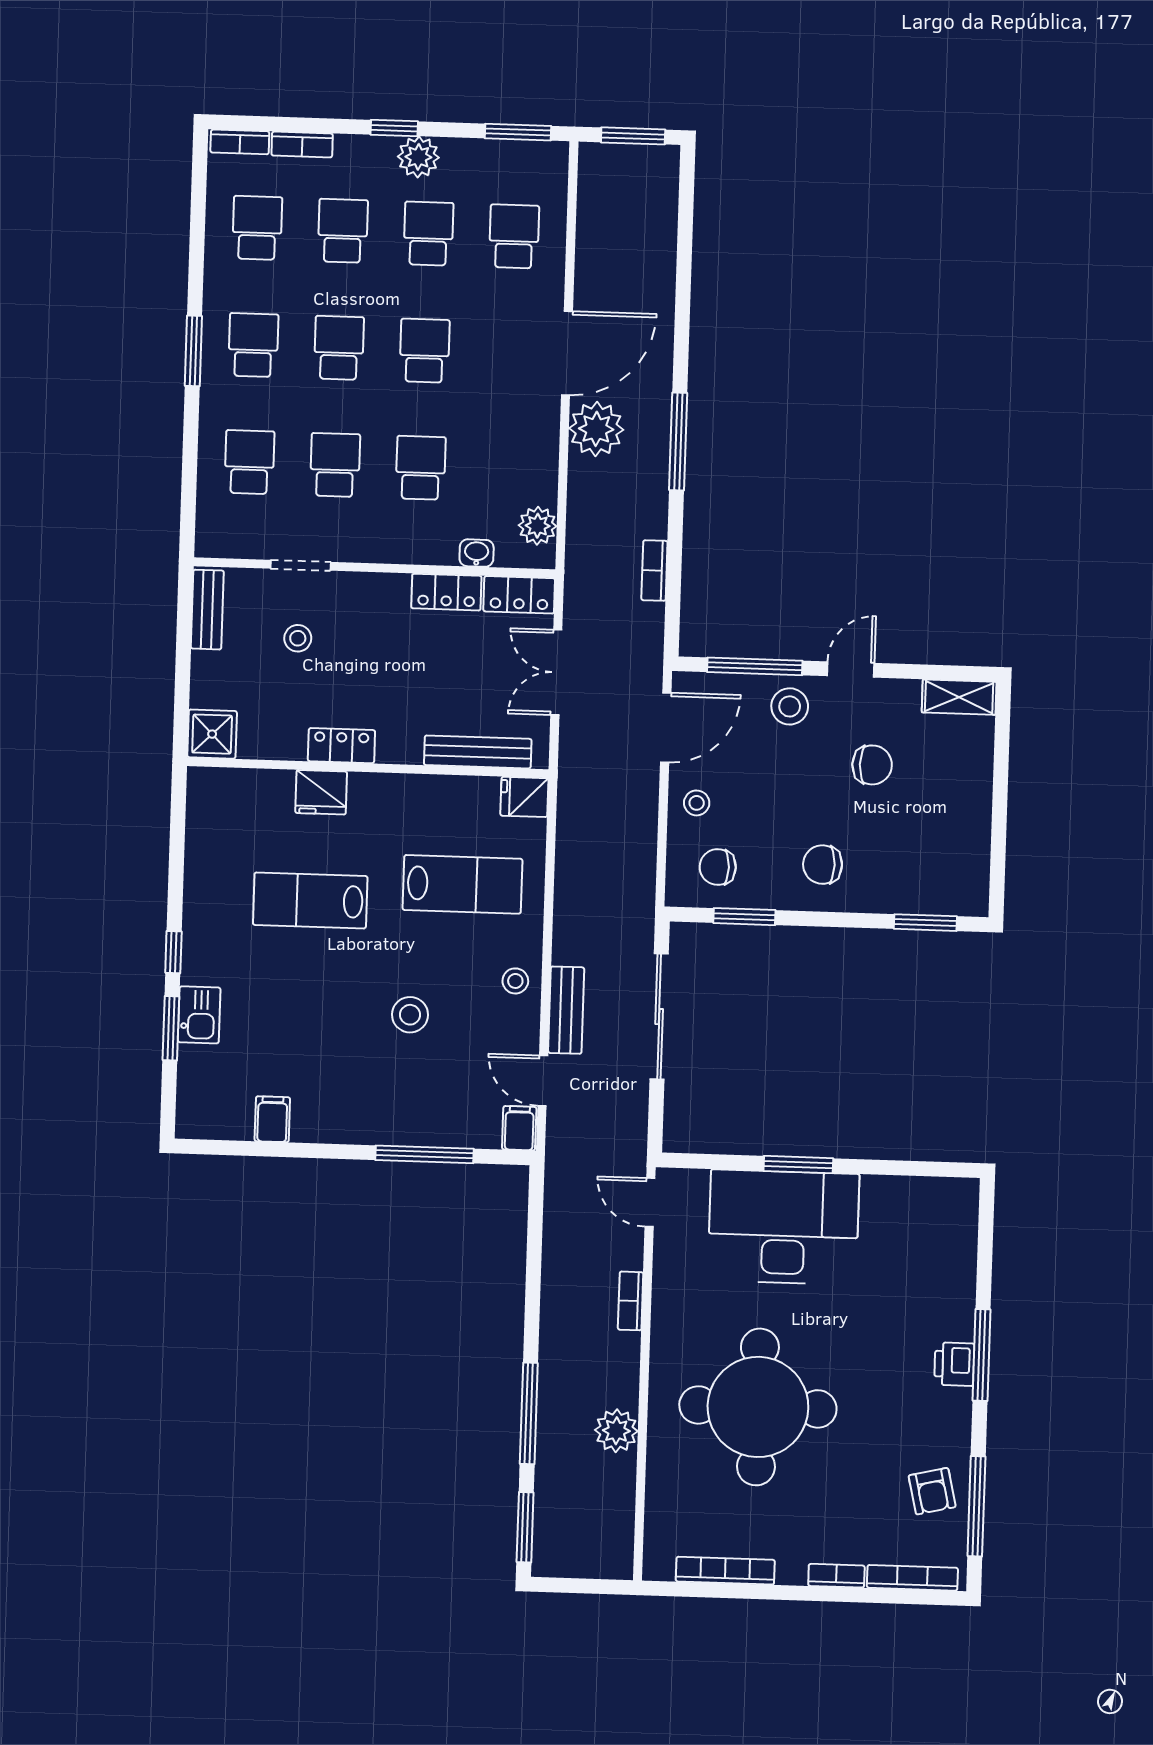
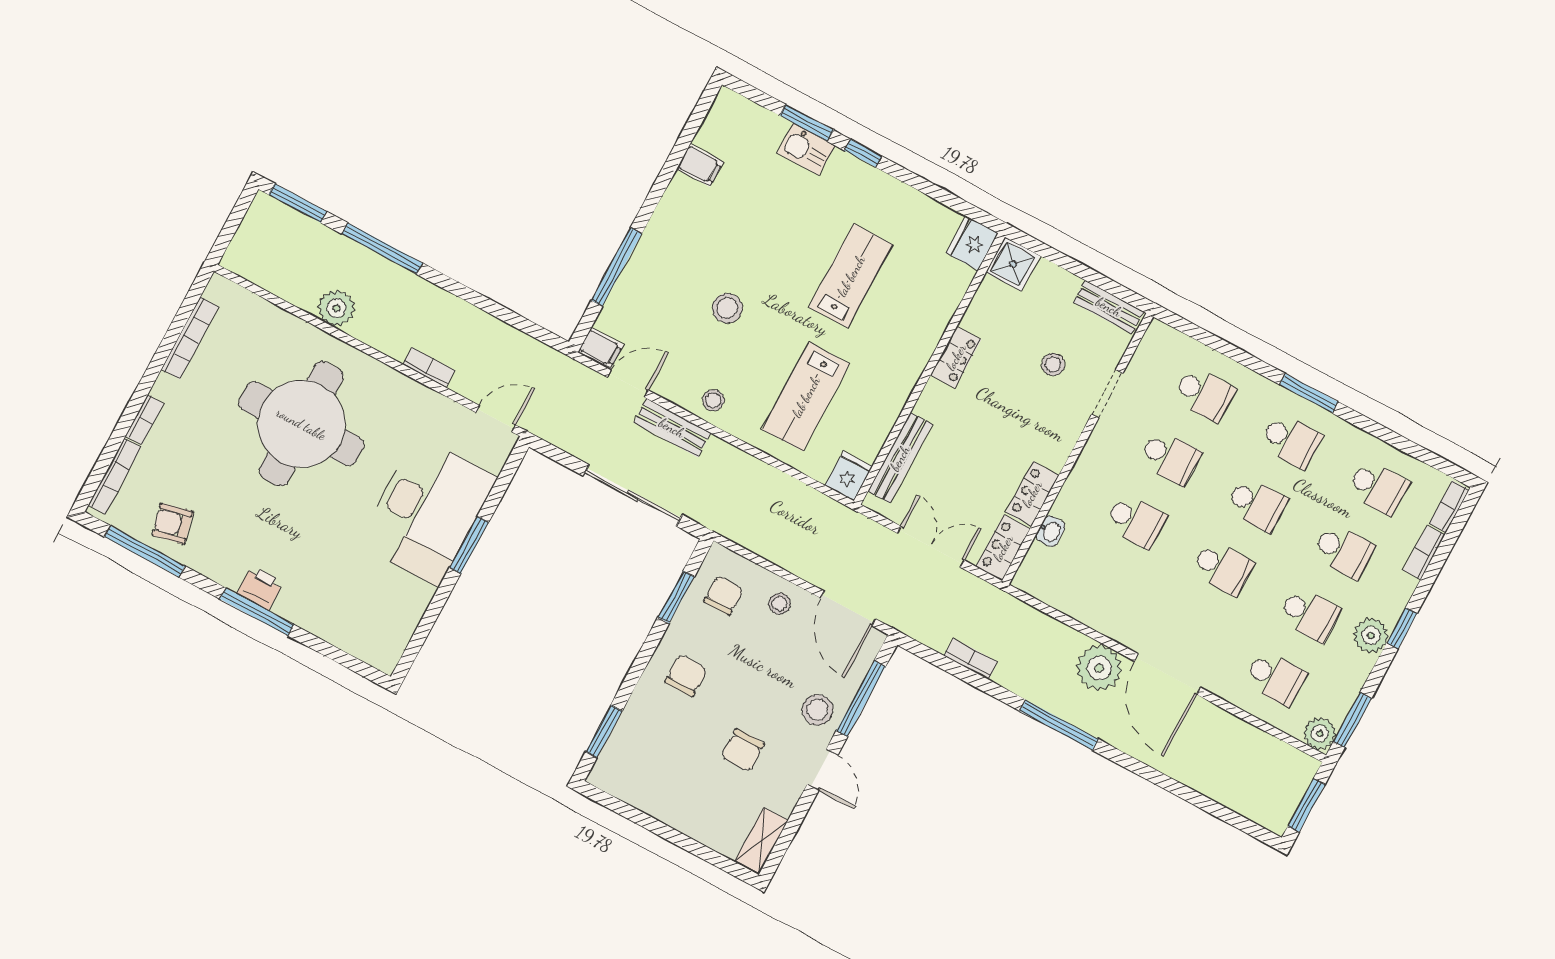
plant: (538, 526) -> (1320, 734), moved
fridge: (321, 792) -> (972, 243), moved

